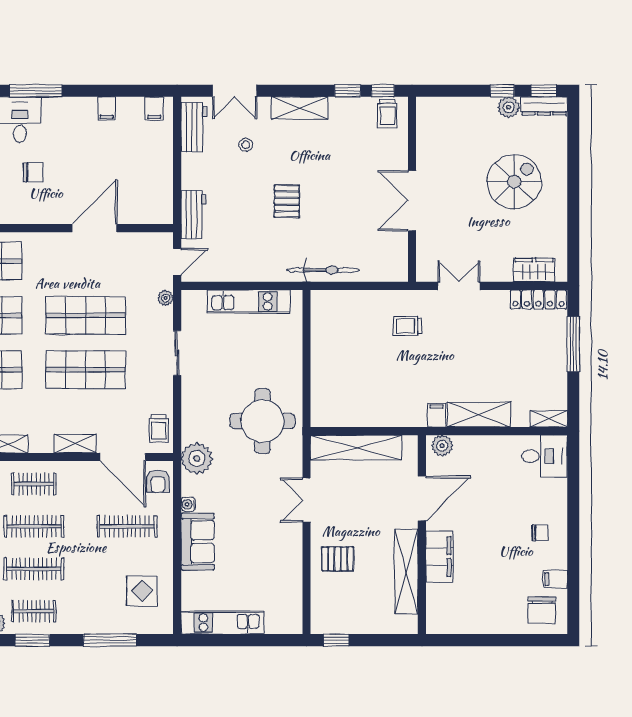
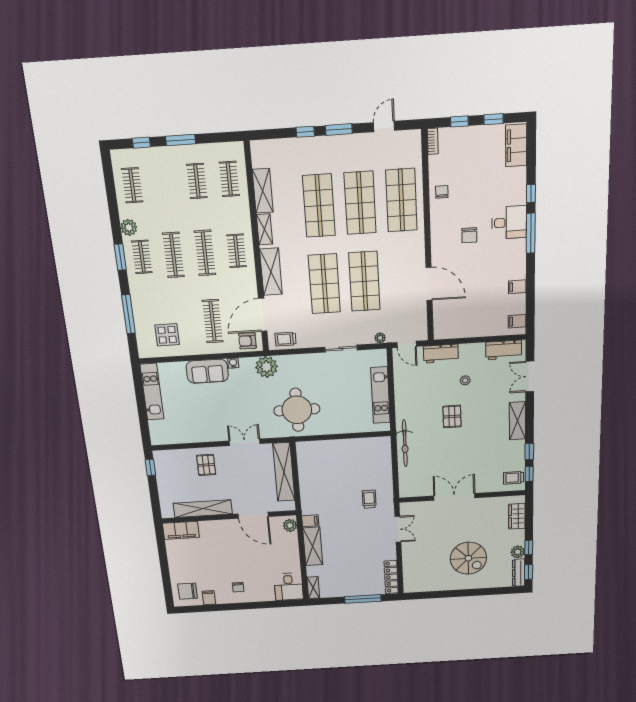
stool: (246, 145) -> (465, 380), moved
pallet: (287, 201) -> (452, 416), turned 90
wardrobe: (534, 270) -> (517, 516), moved, turned 180
shelving: (75, 444) -> (271, 272), width x1.50, depth x1.33
filing cabinet: (439, 557) -> (181, 530), moved

